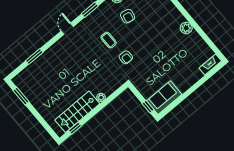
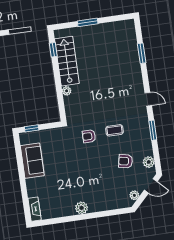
window: (21, 96) -> (88, 22), moved
sofa: (164, 98) -> (32, 161), moved

